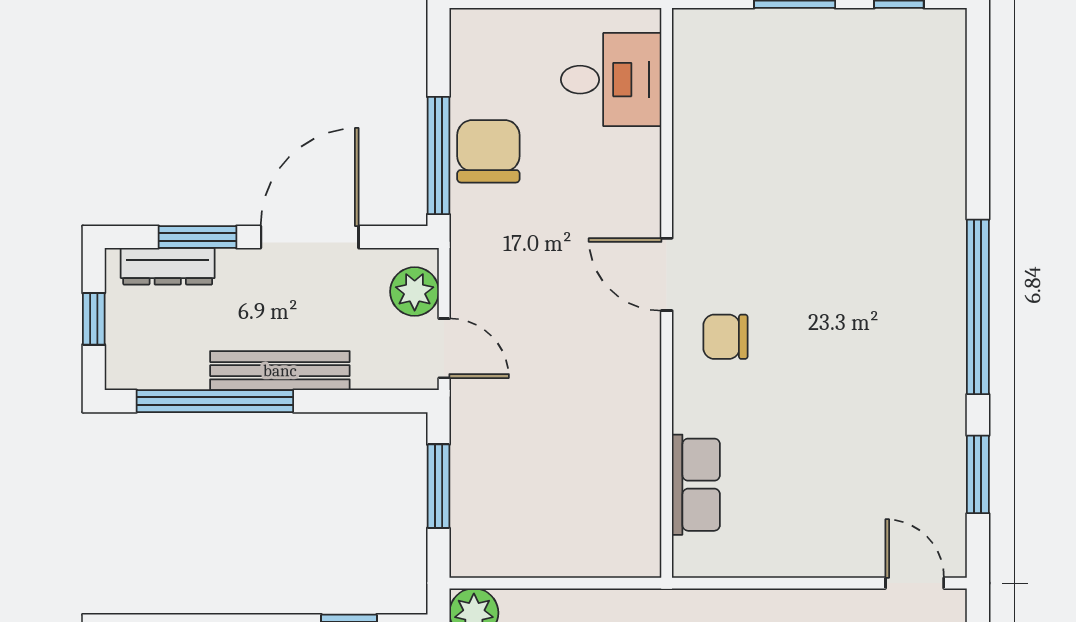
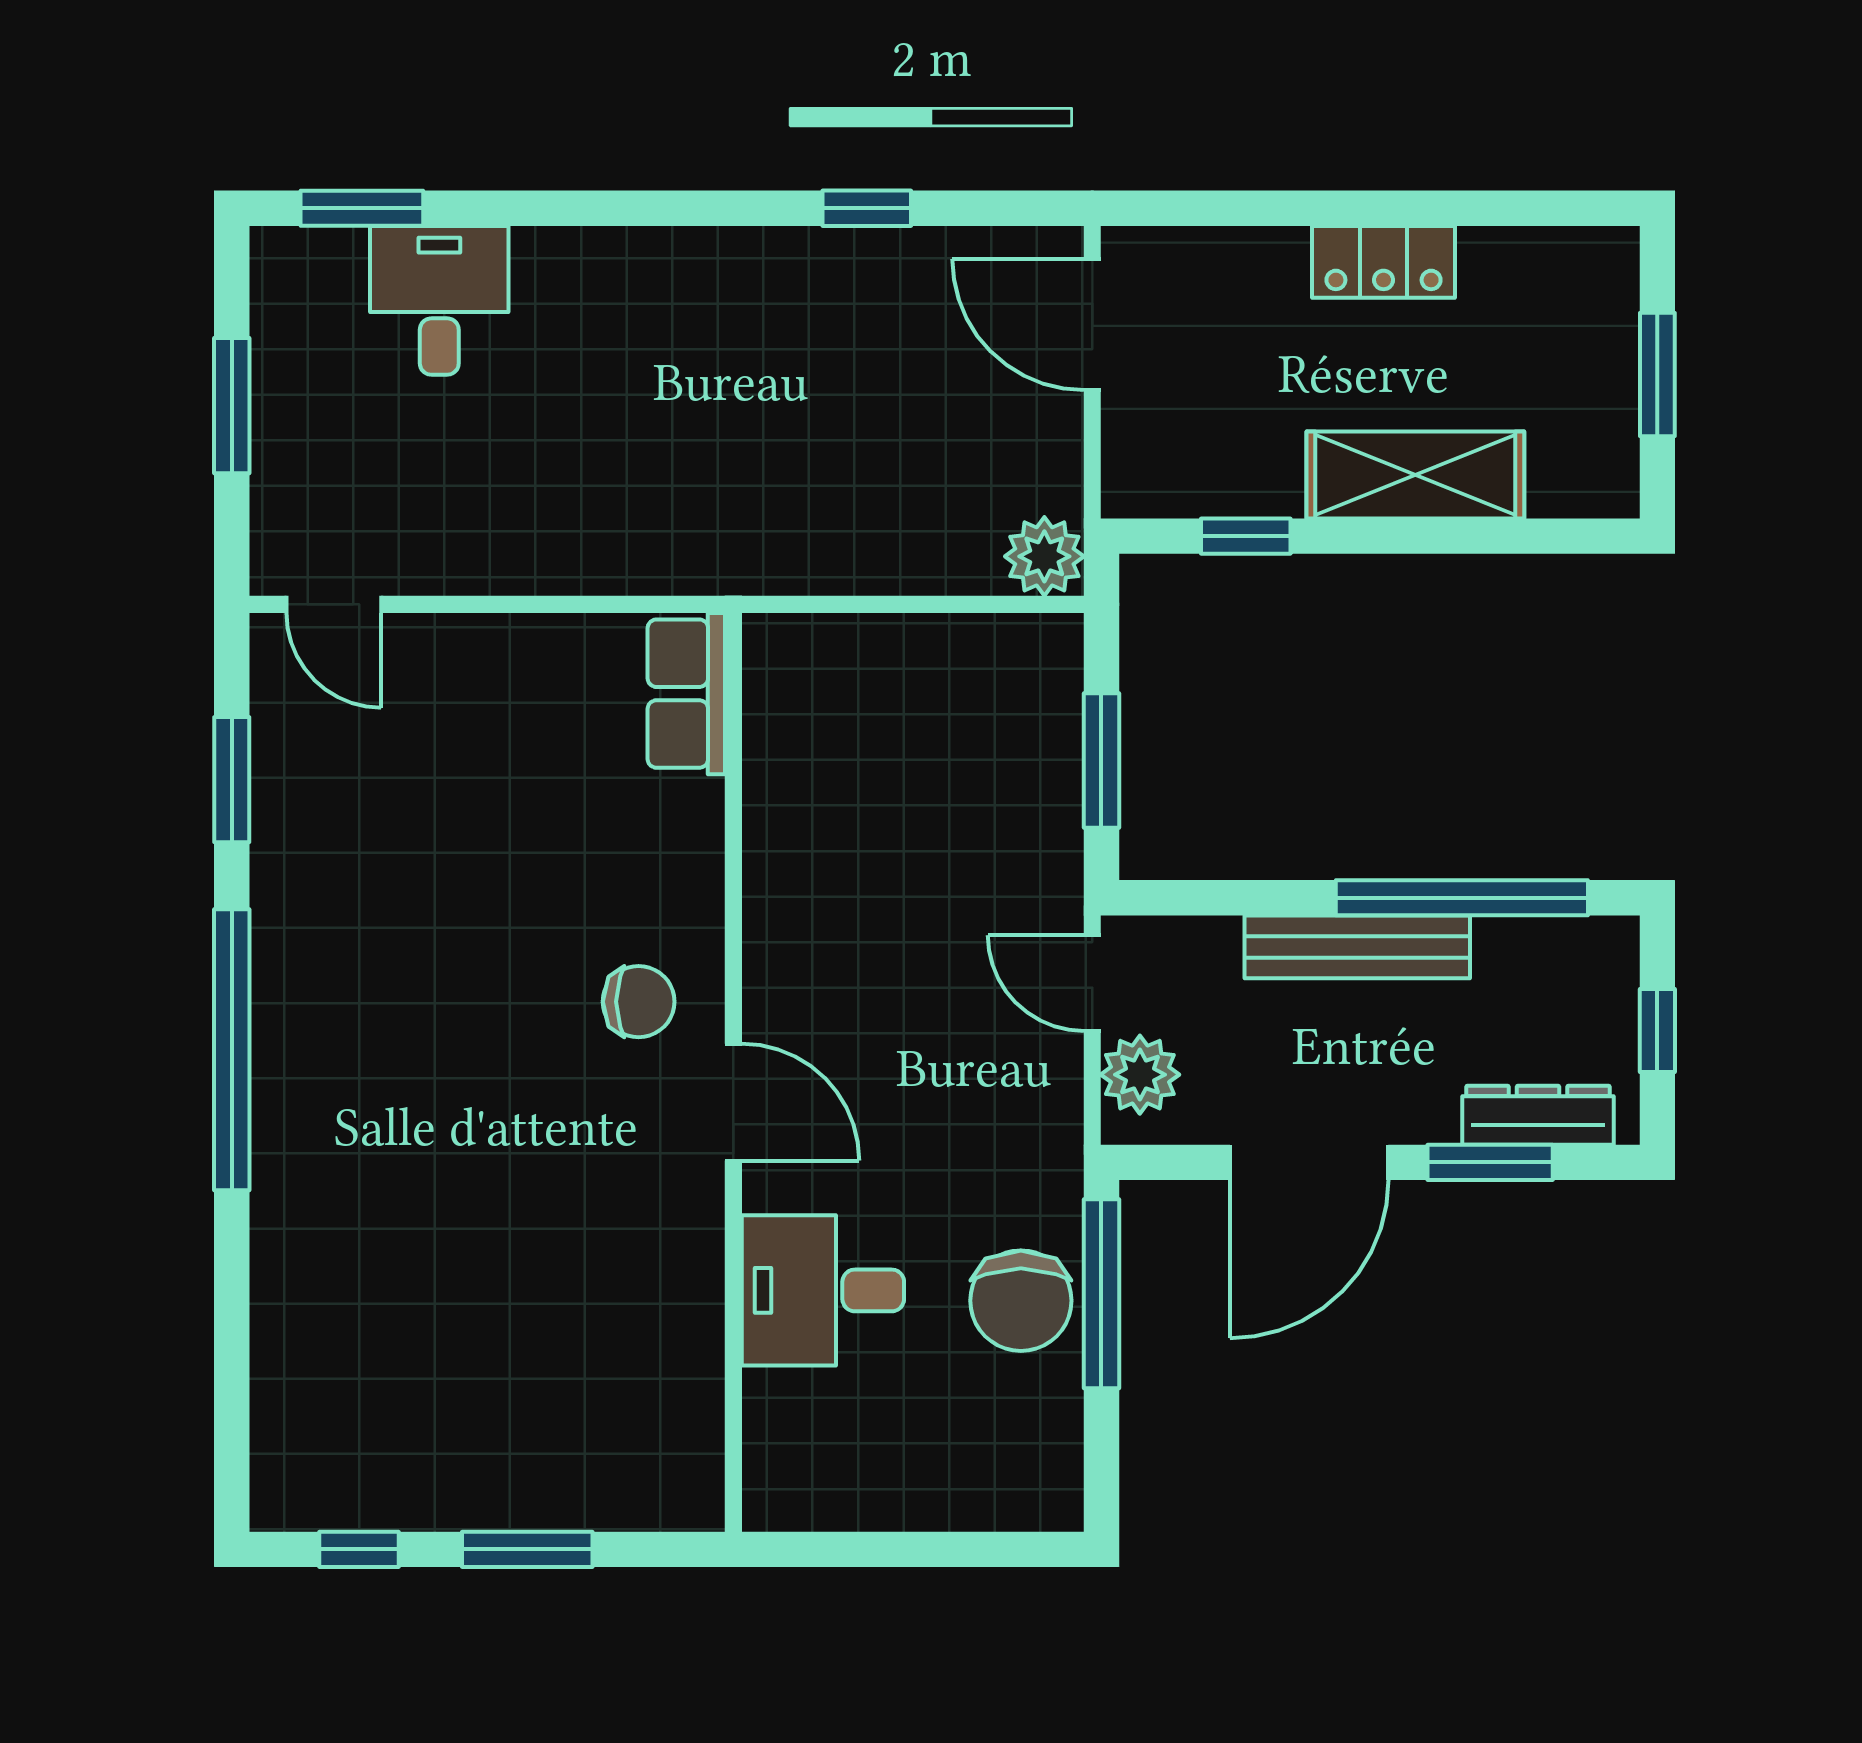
desk: (611, 80) -> (823, 1290), moved
row of seats: (696, 485) -> (686, 694), moved

